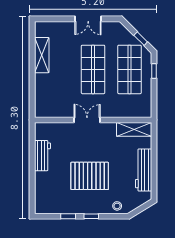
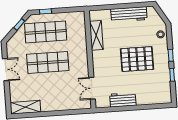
shelving: (42, 55) -> (25, 107), moved
double door: (87, 120) -> (92, 88), moved
shelving: (134, 129) -> (96, 35), moved
pallet: (90, 176) -> (137, 59), turned 90

